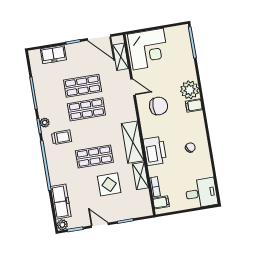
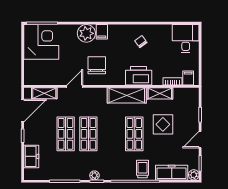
corner desk: (148, 49) -> (41, 42), moved
trolley: (62, 137) -> (142, 169), moved

